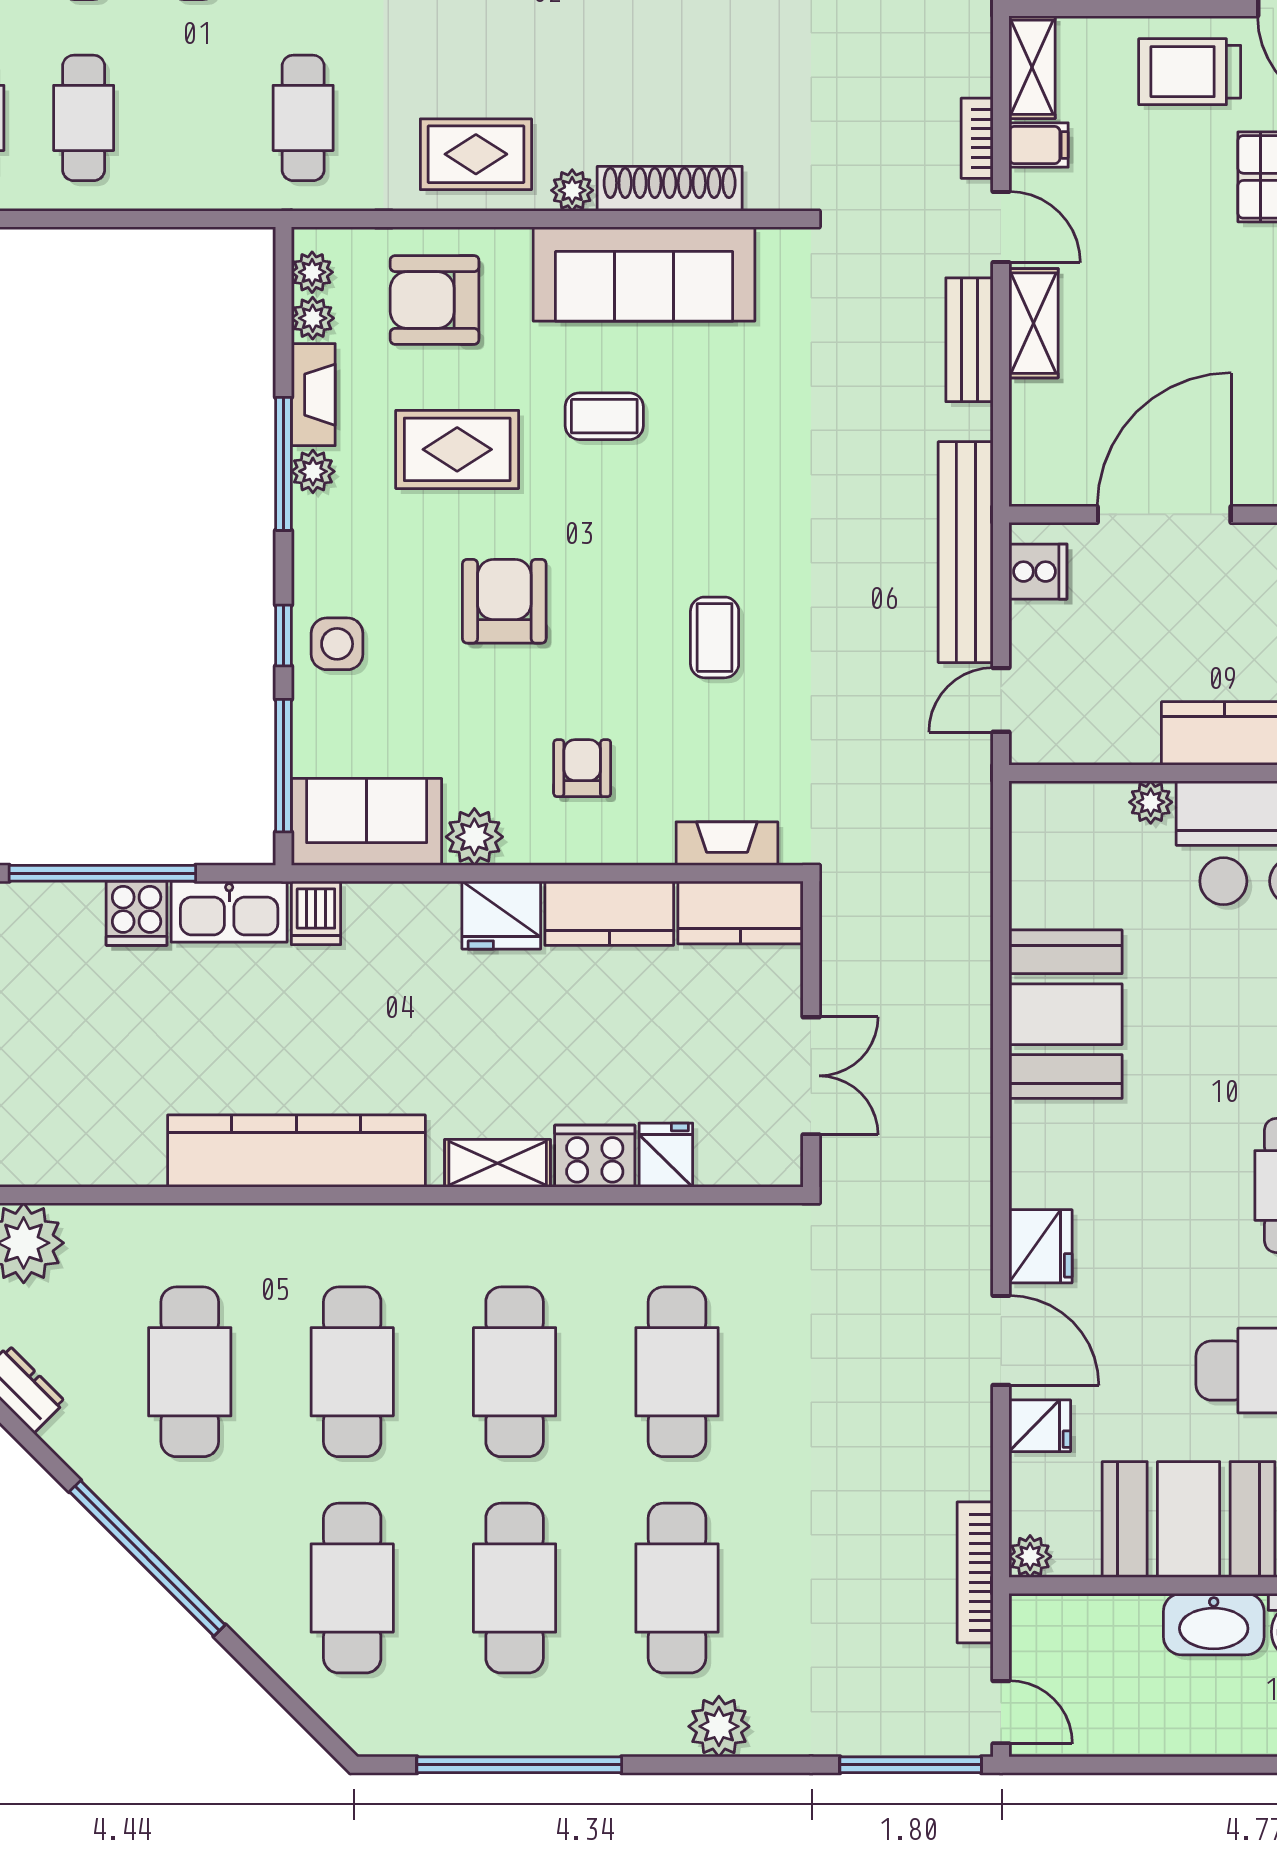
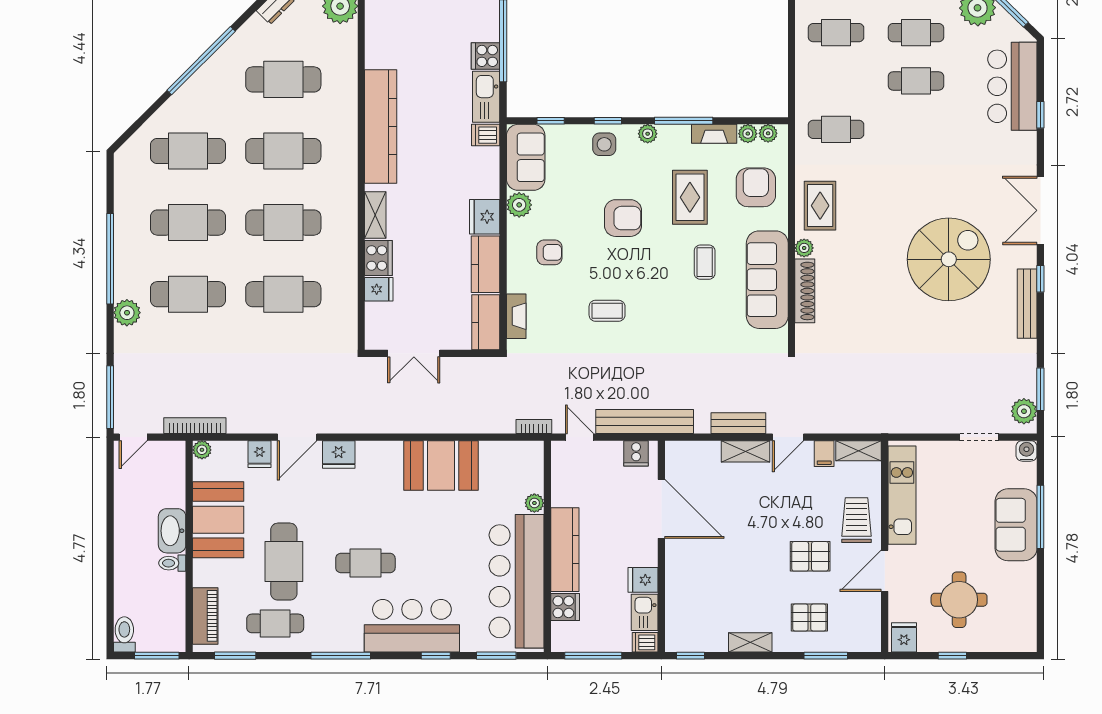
bookcase: (977, 138) -> (534, 426), moved
plant: (313, 471) -> (648, 134), moved
window: (284, 766) -> (551, 121), width x0.46
window: (519, 1765) -> (110, 259), moved

